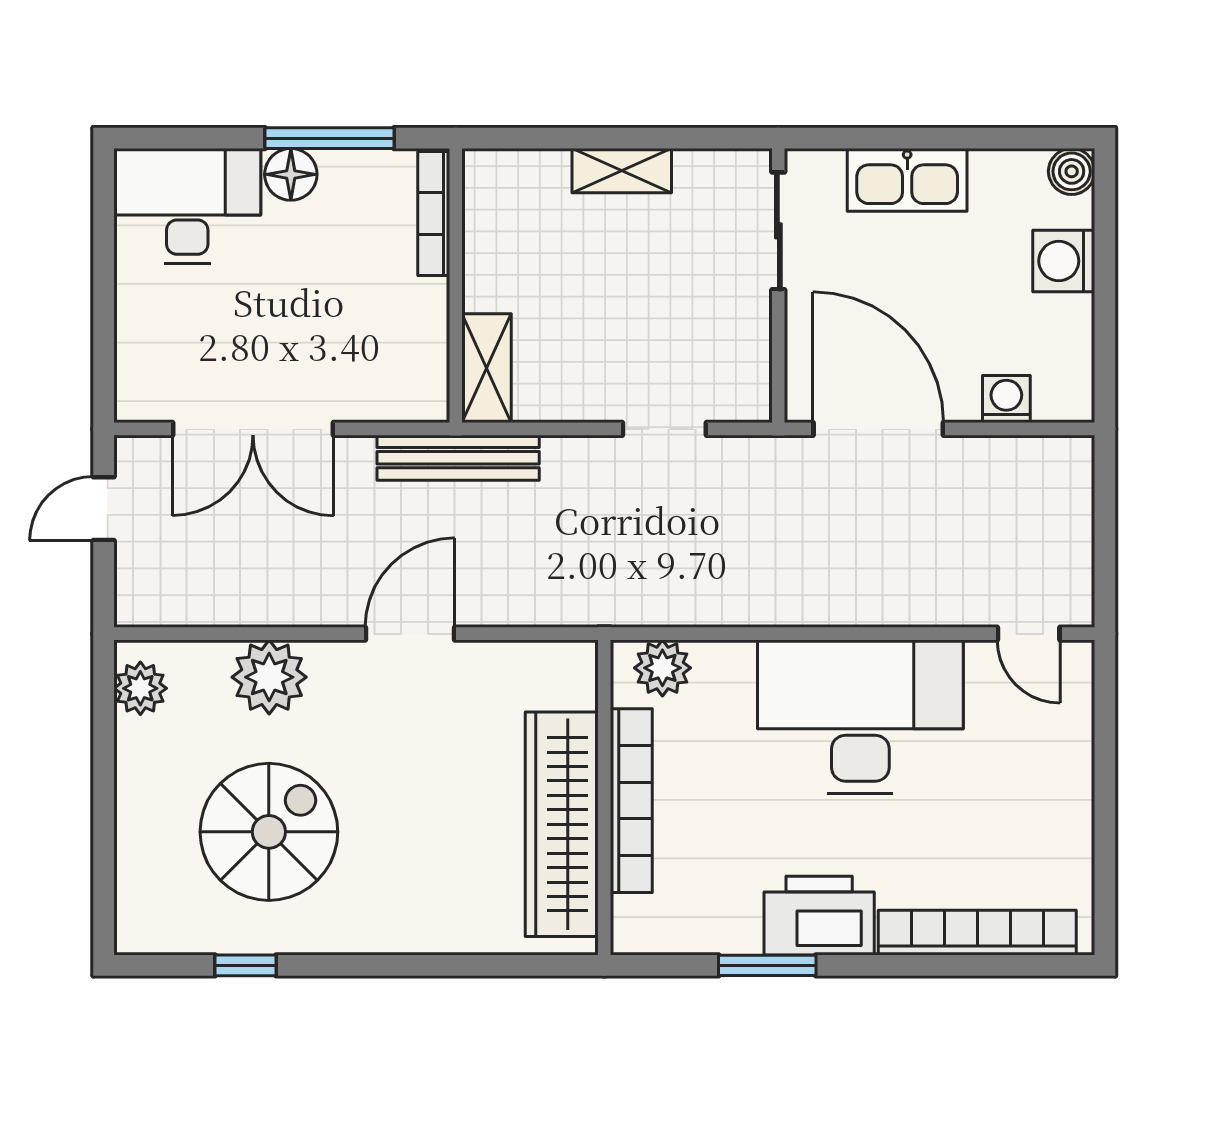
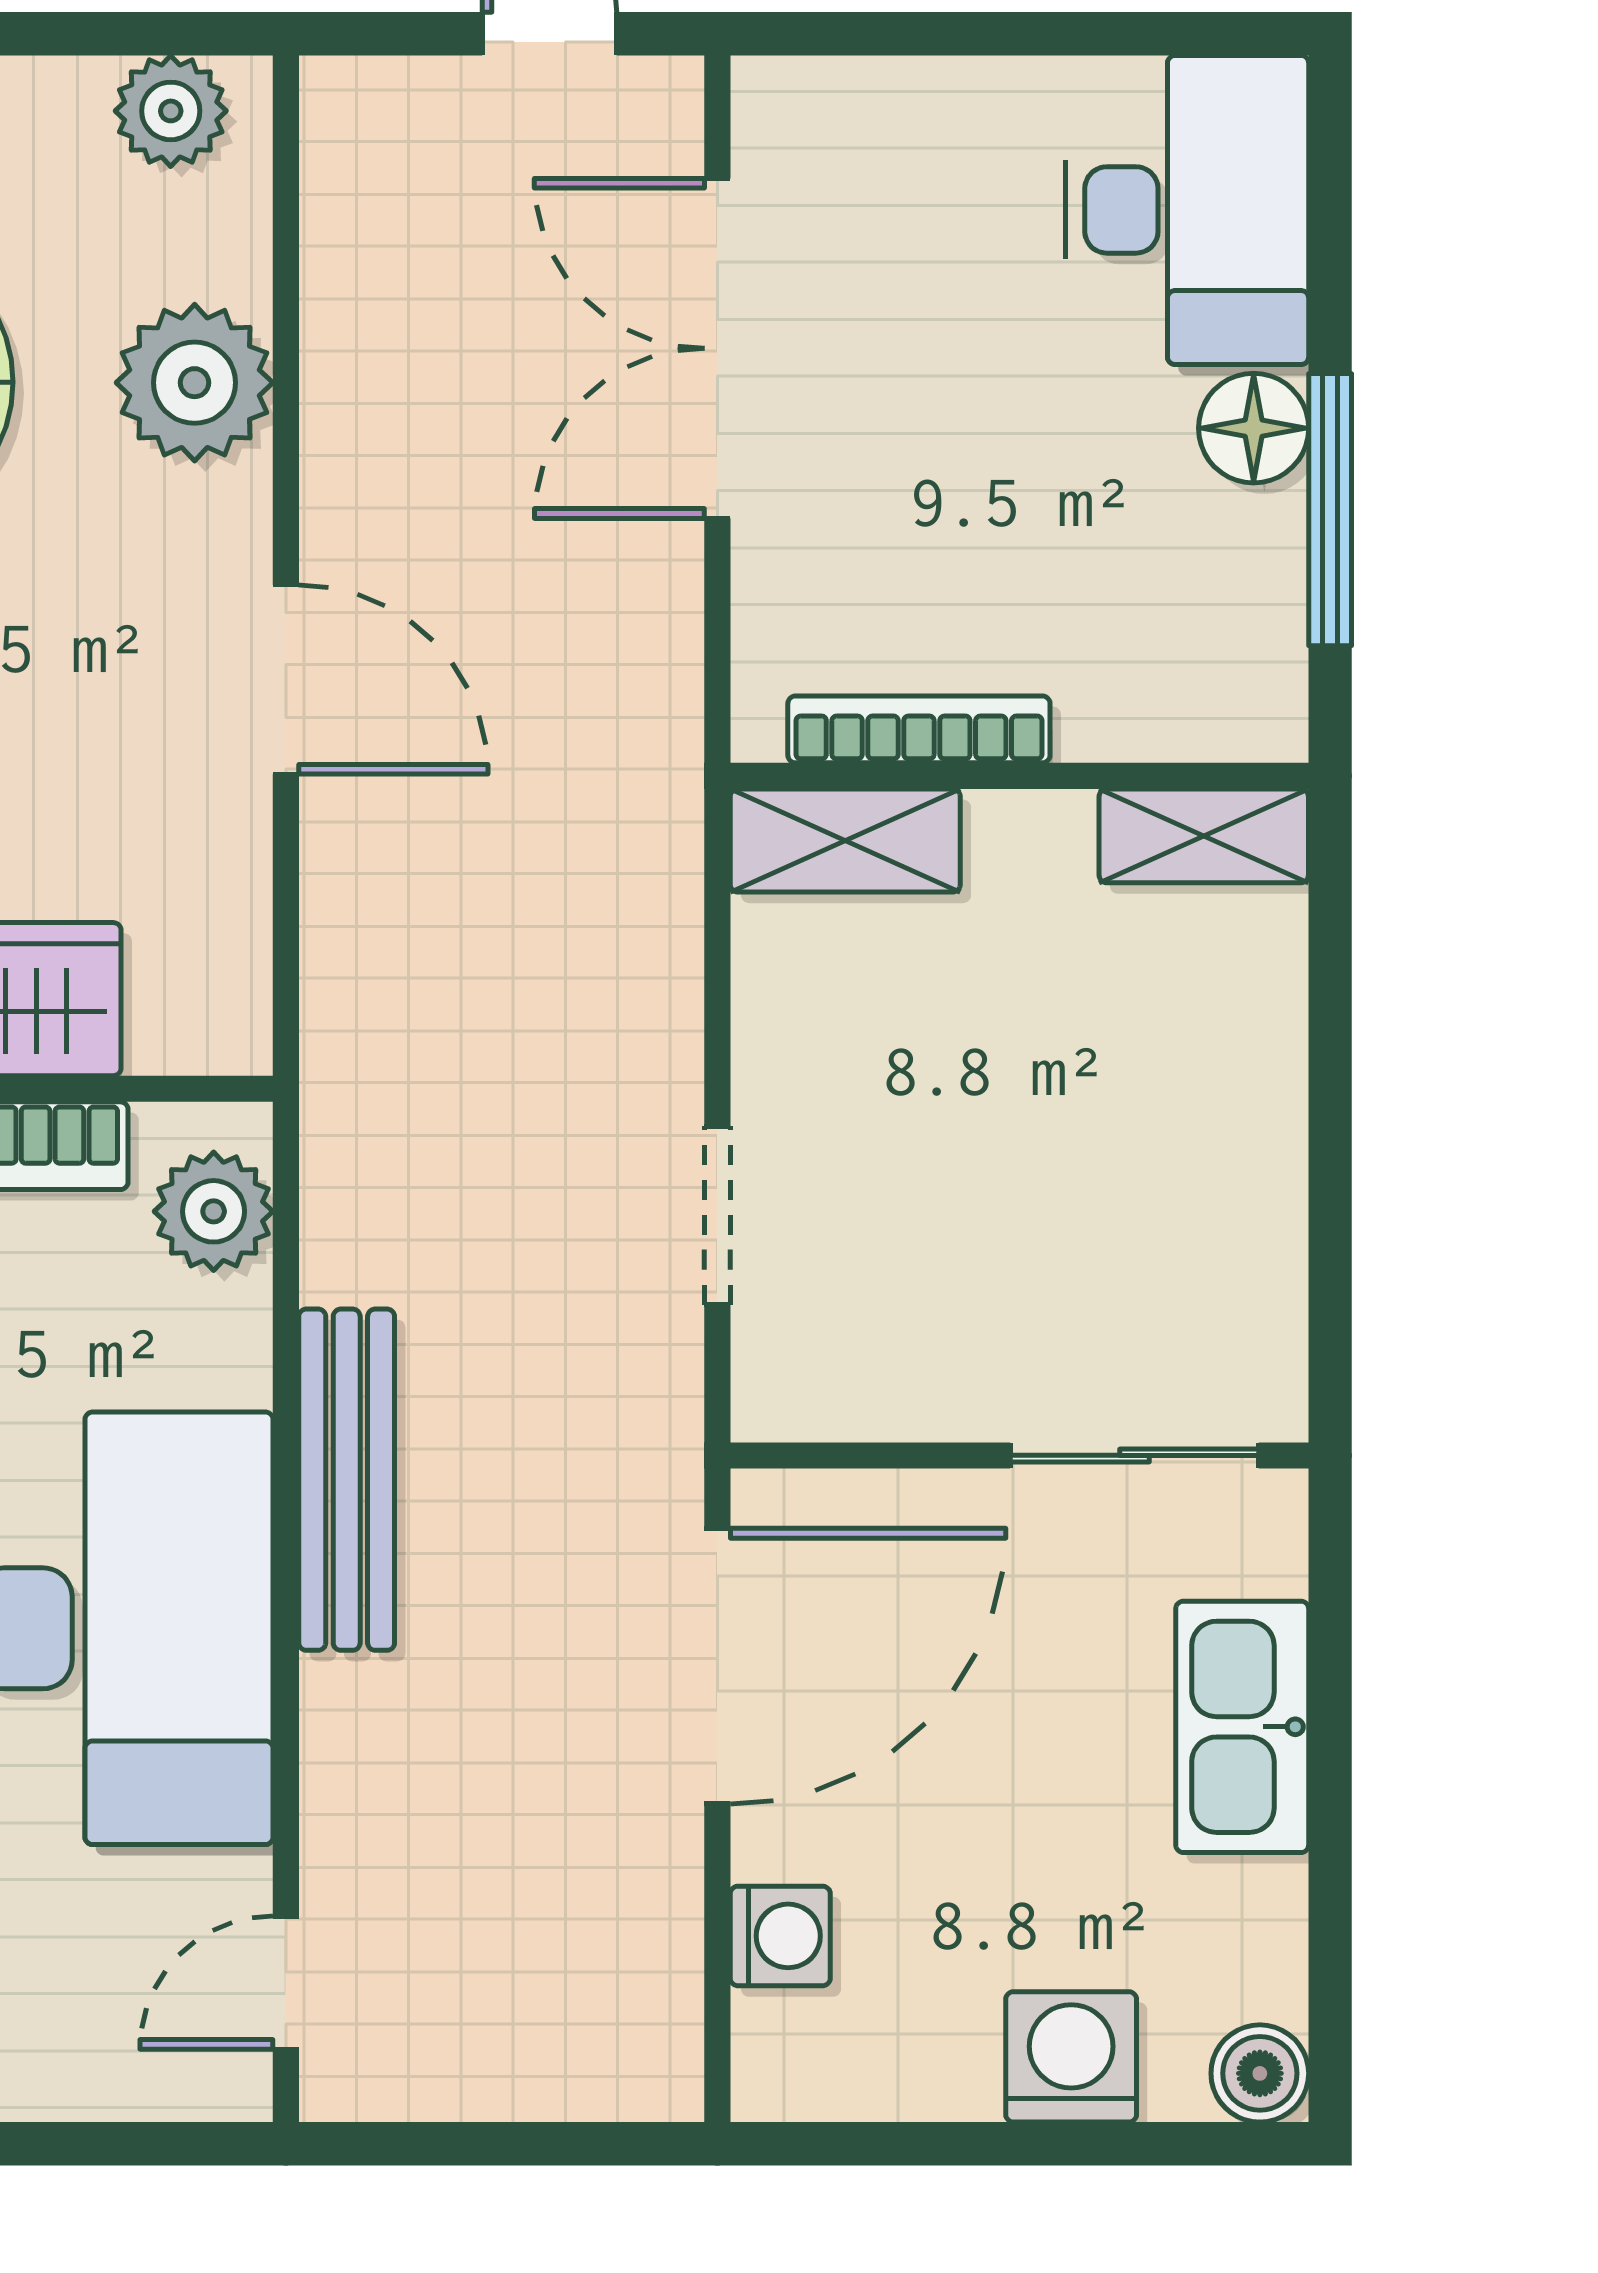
shelving: (622, 171) -> (1204, 836), moved, turned 90
bookcase: (434, 213) -> (919, 729), moved
bench: (458, 458) -> (347, 1480), moved

